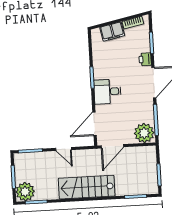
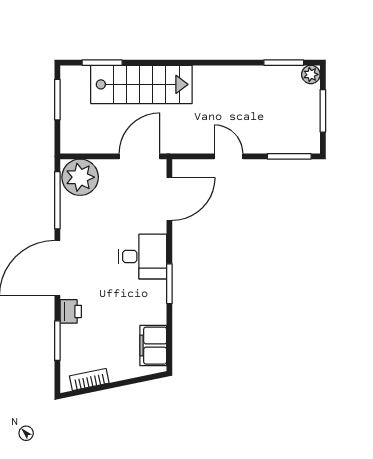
filing cabinet: (112, 32) -> (153, 346), moved, turned -78
stairs: (87, 187) -> (141, 84), moved
plant: (25, 192) -> (311, 74), width x0.53, depth x0.53

